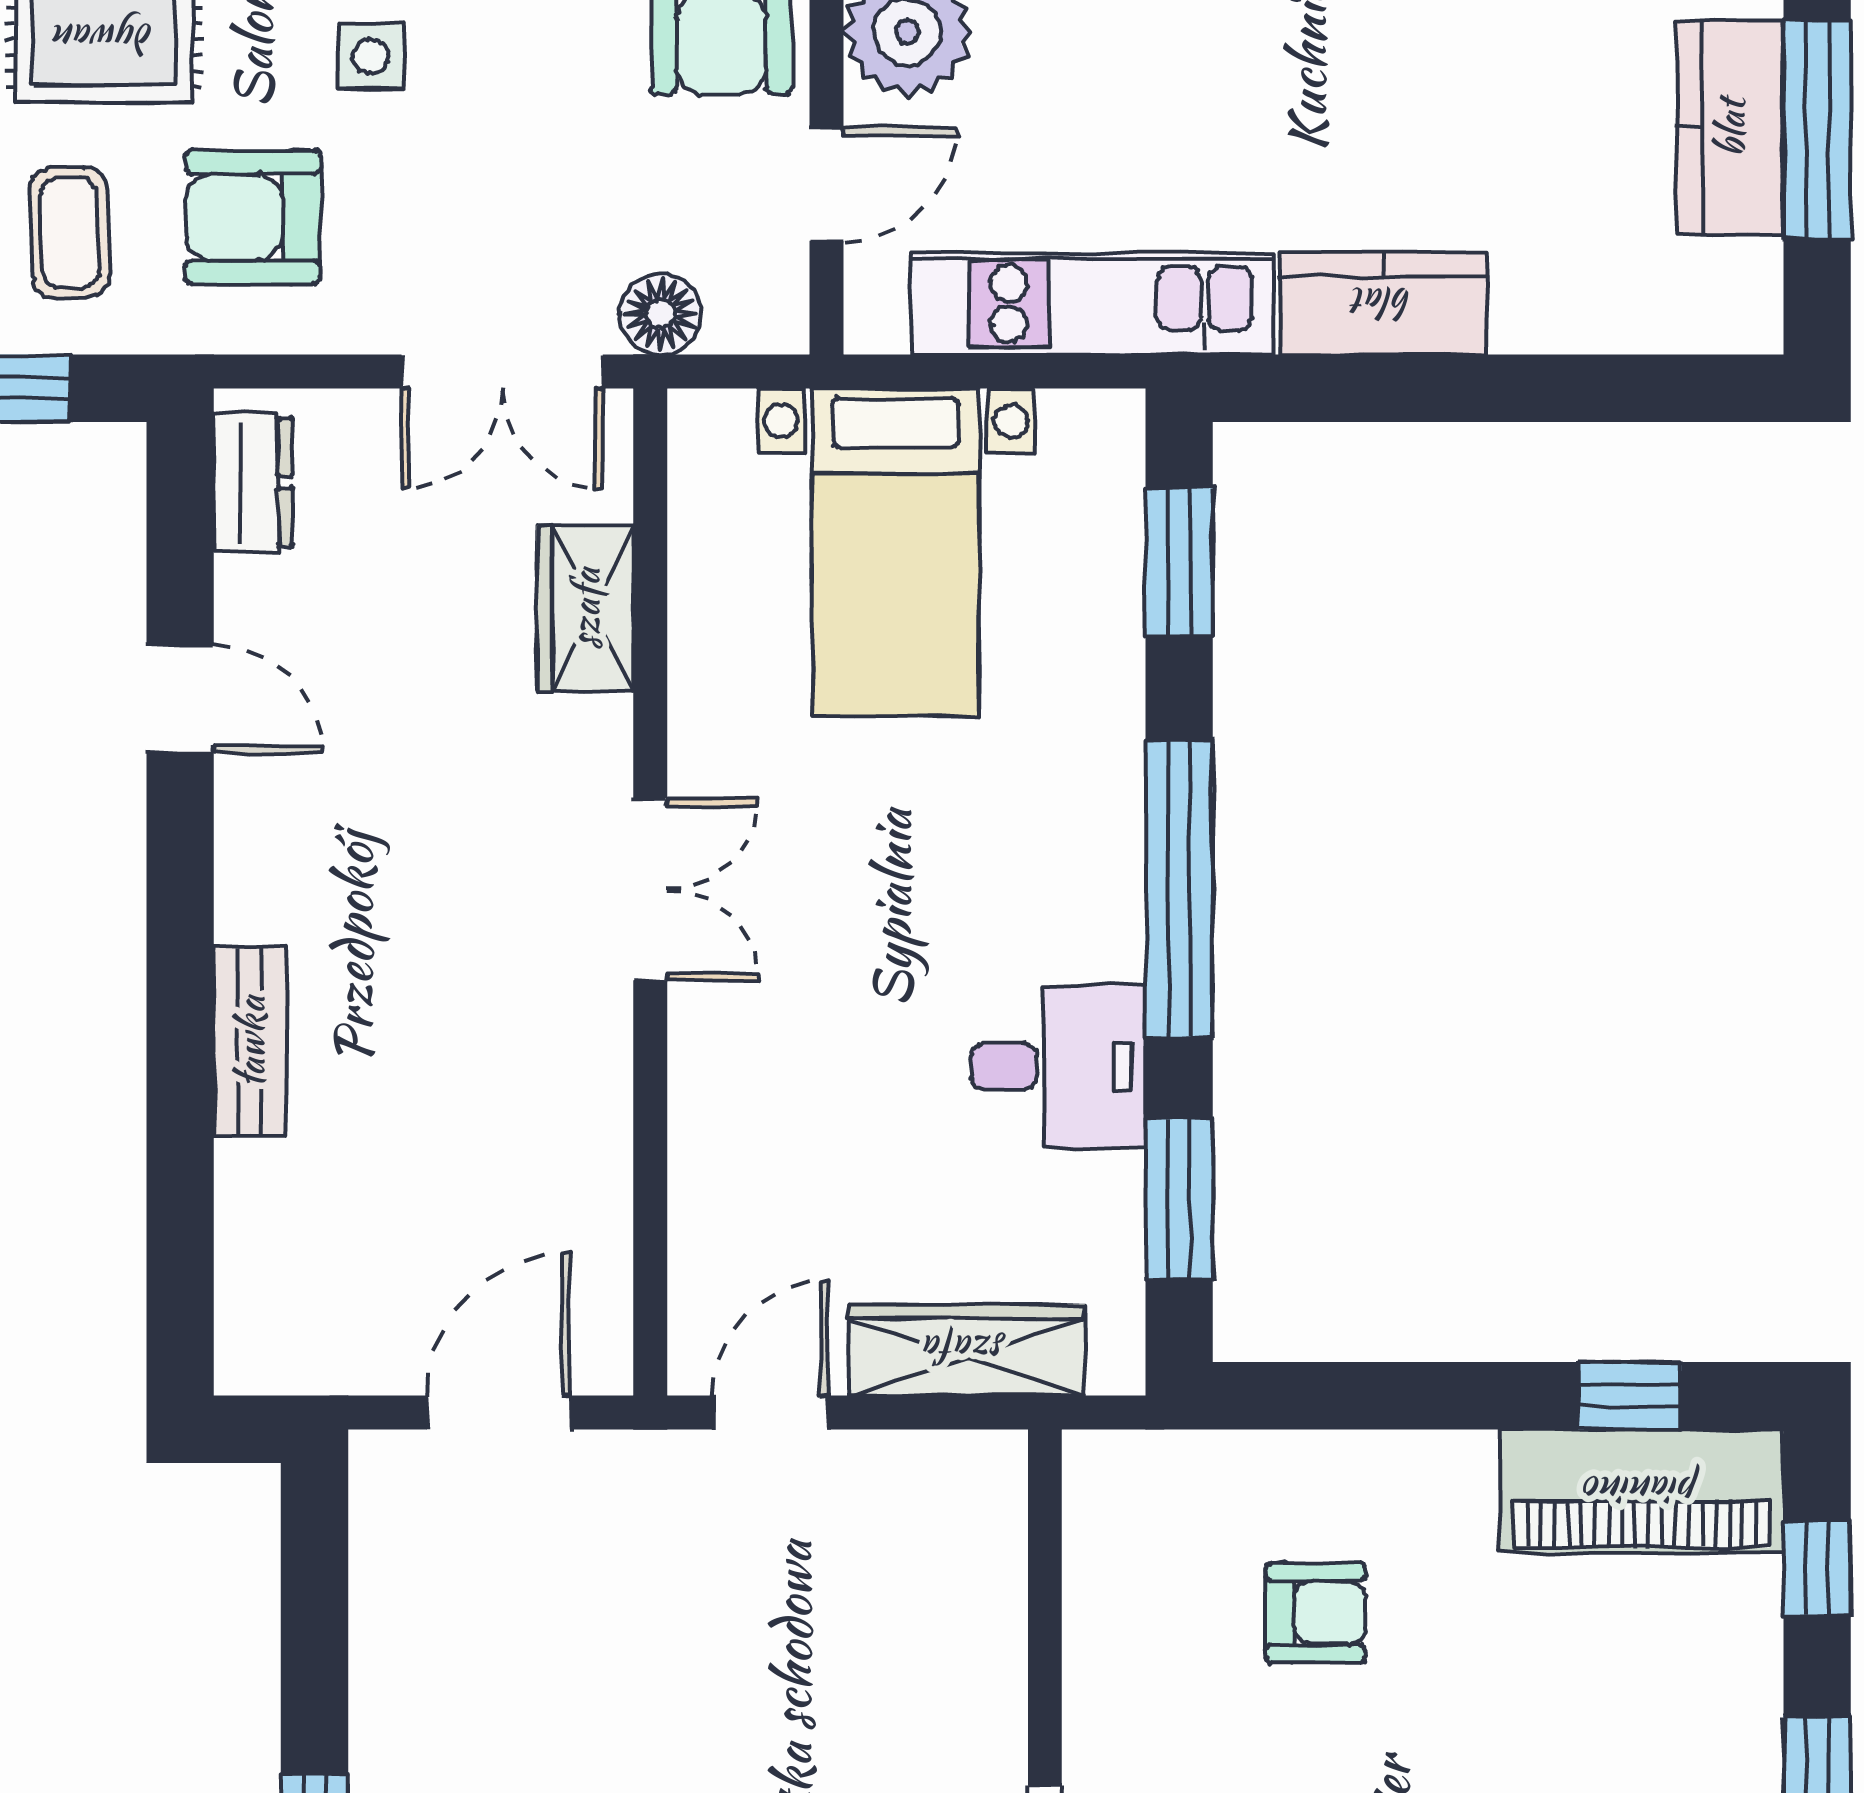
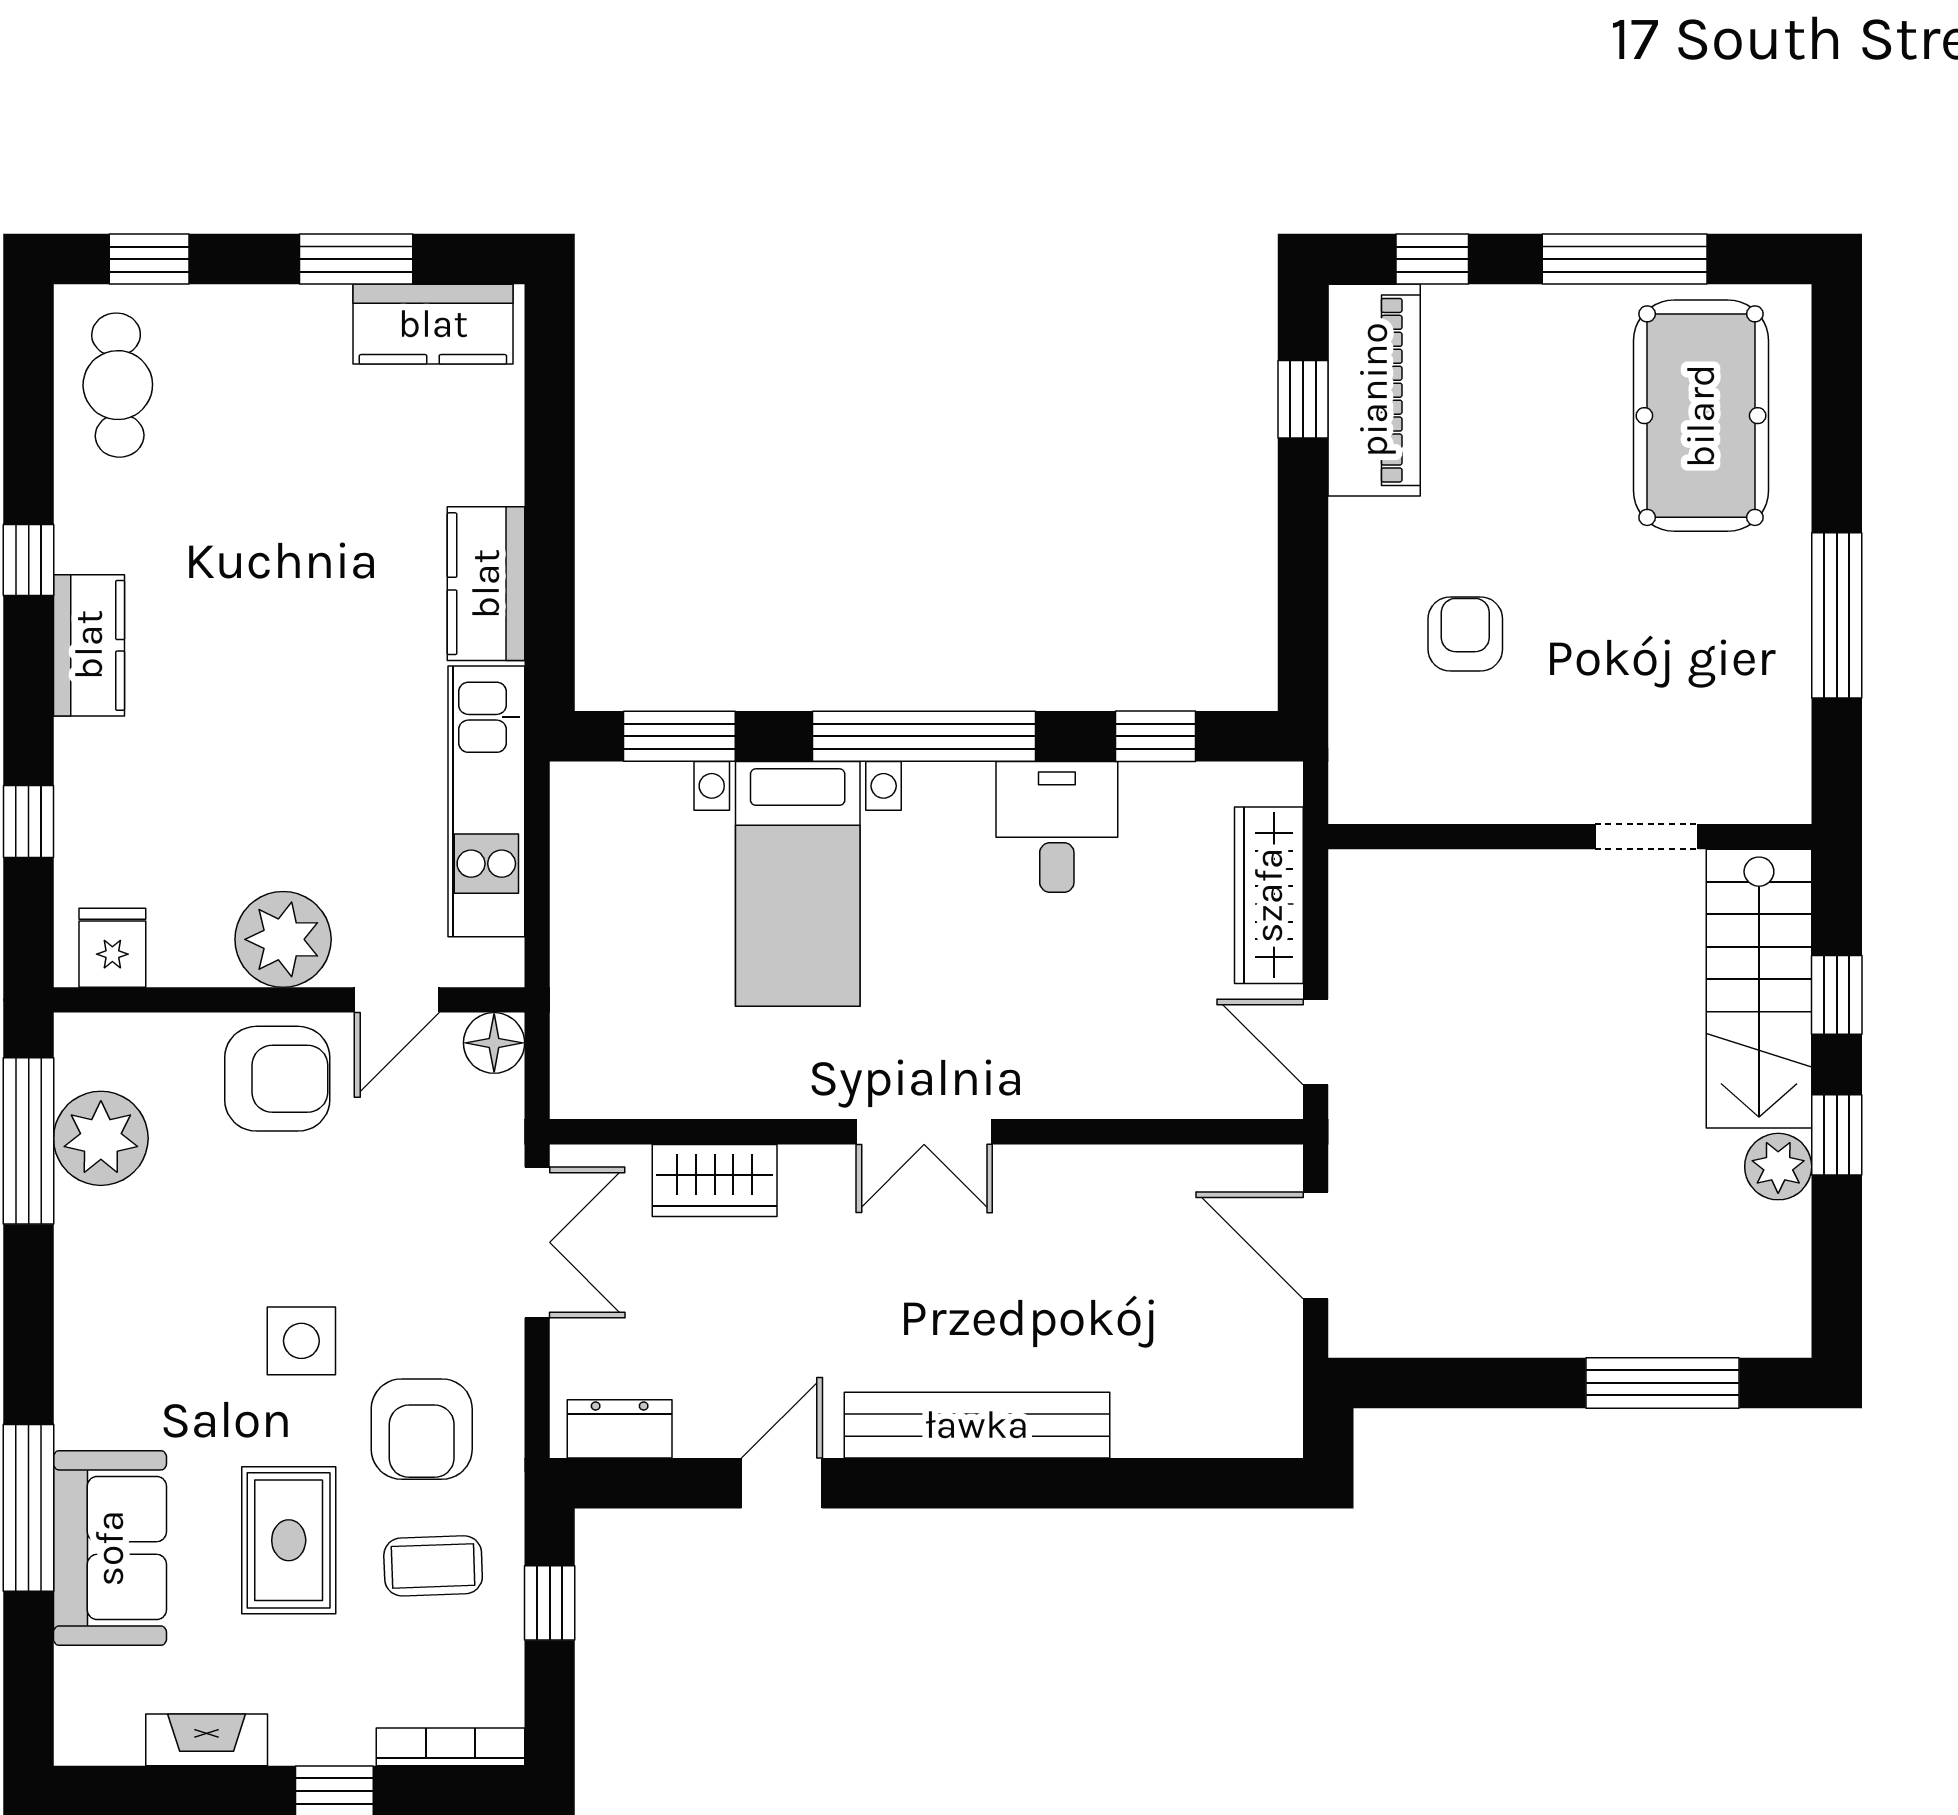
side table: (371, 56) -> (301, 1341), width x1.37, depth x1.37
kitchen counter: (1730, 128) -> (433, 324), moved
window: (1817, 129) -> (356, 259), width x0.69
door: (827, 184) -> (397, 1000), swing flipped
floor lamp: (660, 314) -> (494, 1043), moved
bed with nightstands: (896, 552) -> (798, 884), moved, turned 90
double door: (650, 889) -> (924, 1132), swing flipped
bench: (250, 1042) -> (977, 1425), width x1.86, depth x1.21
window: (1179, 1199) -> (1156, 736), width x0.67

